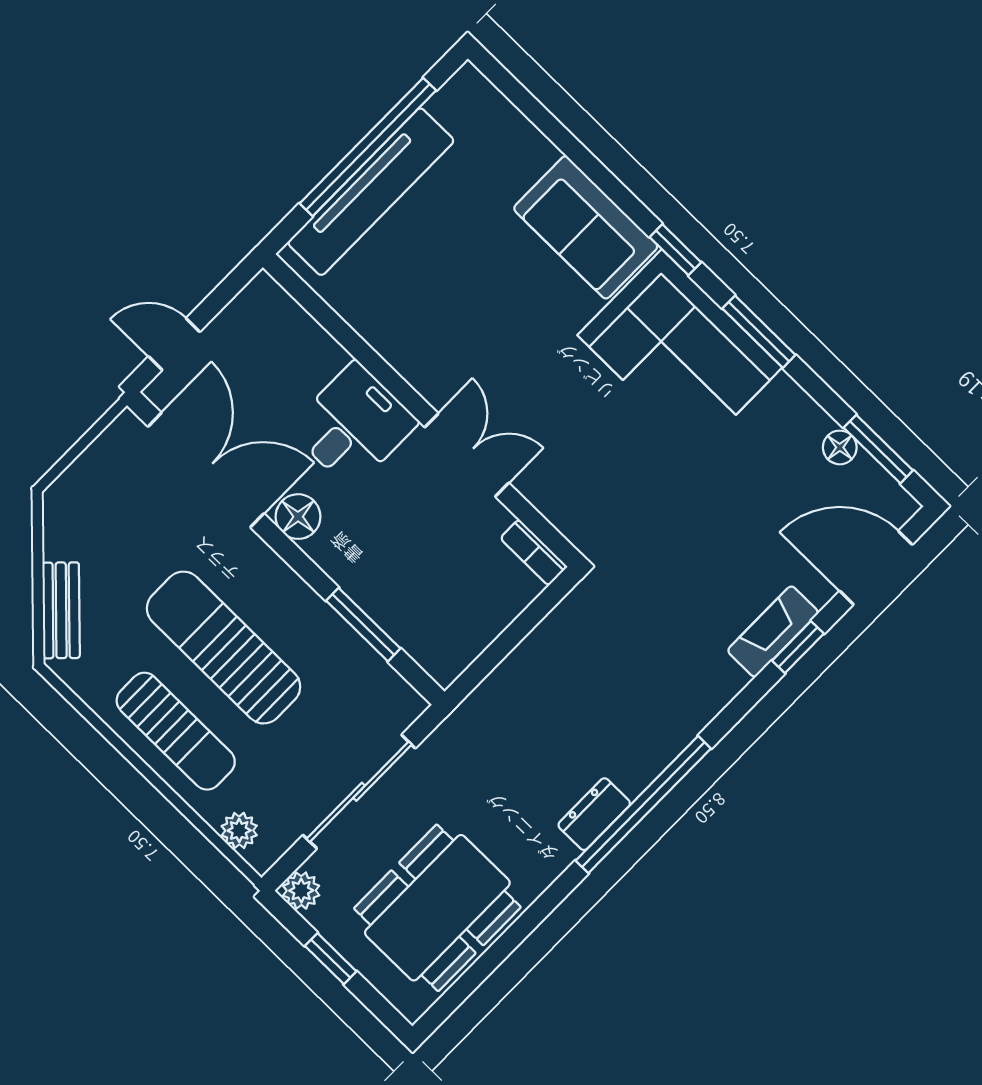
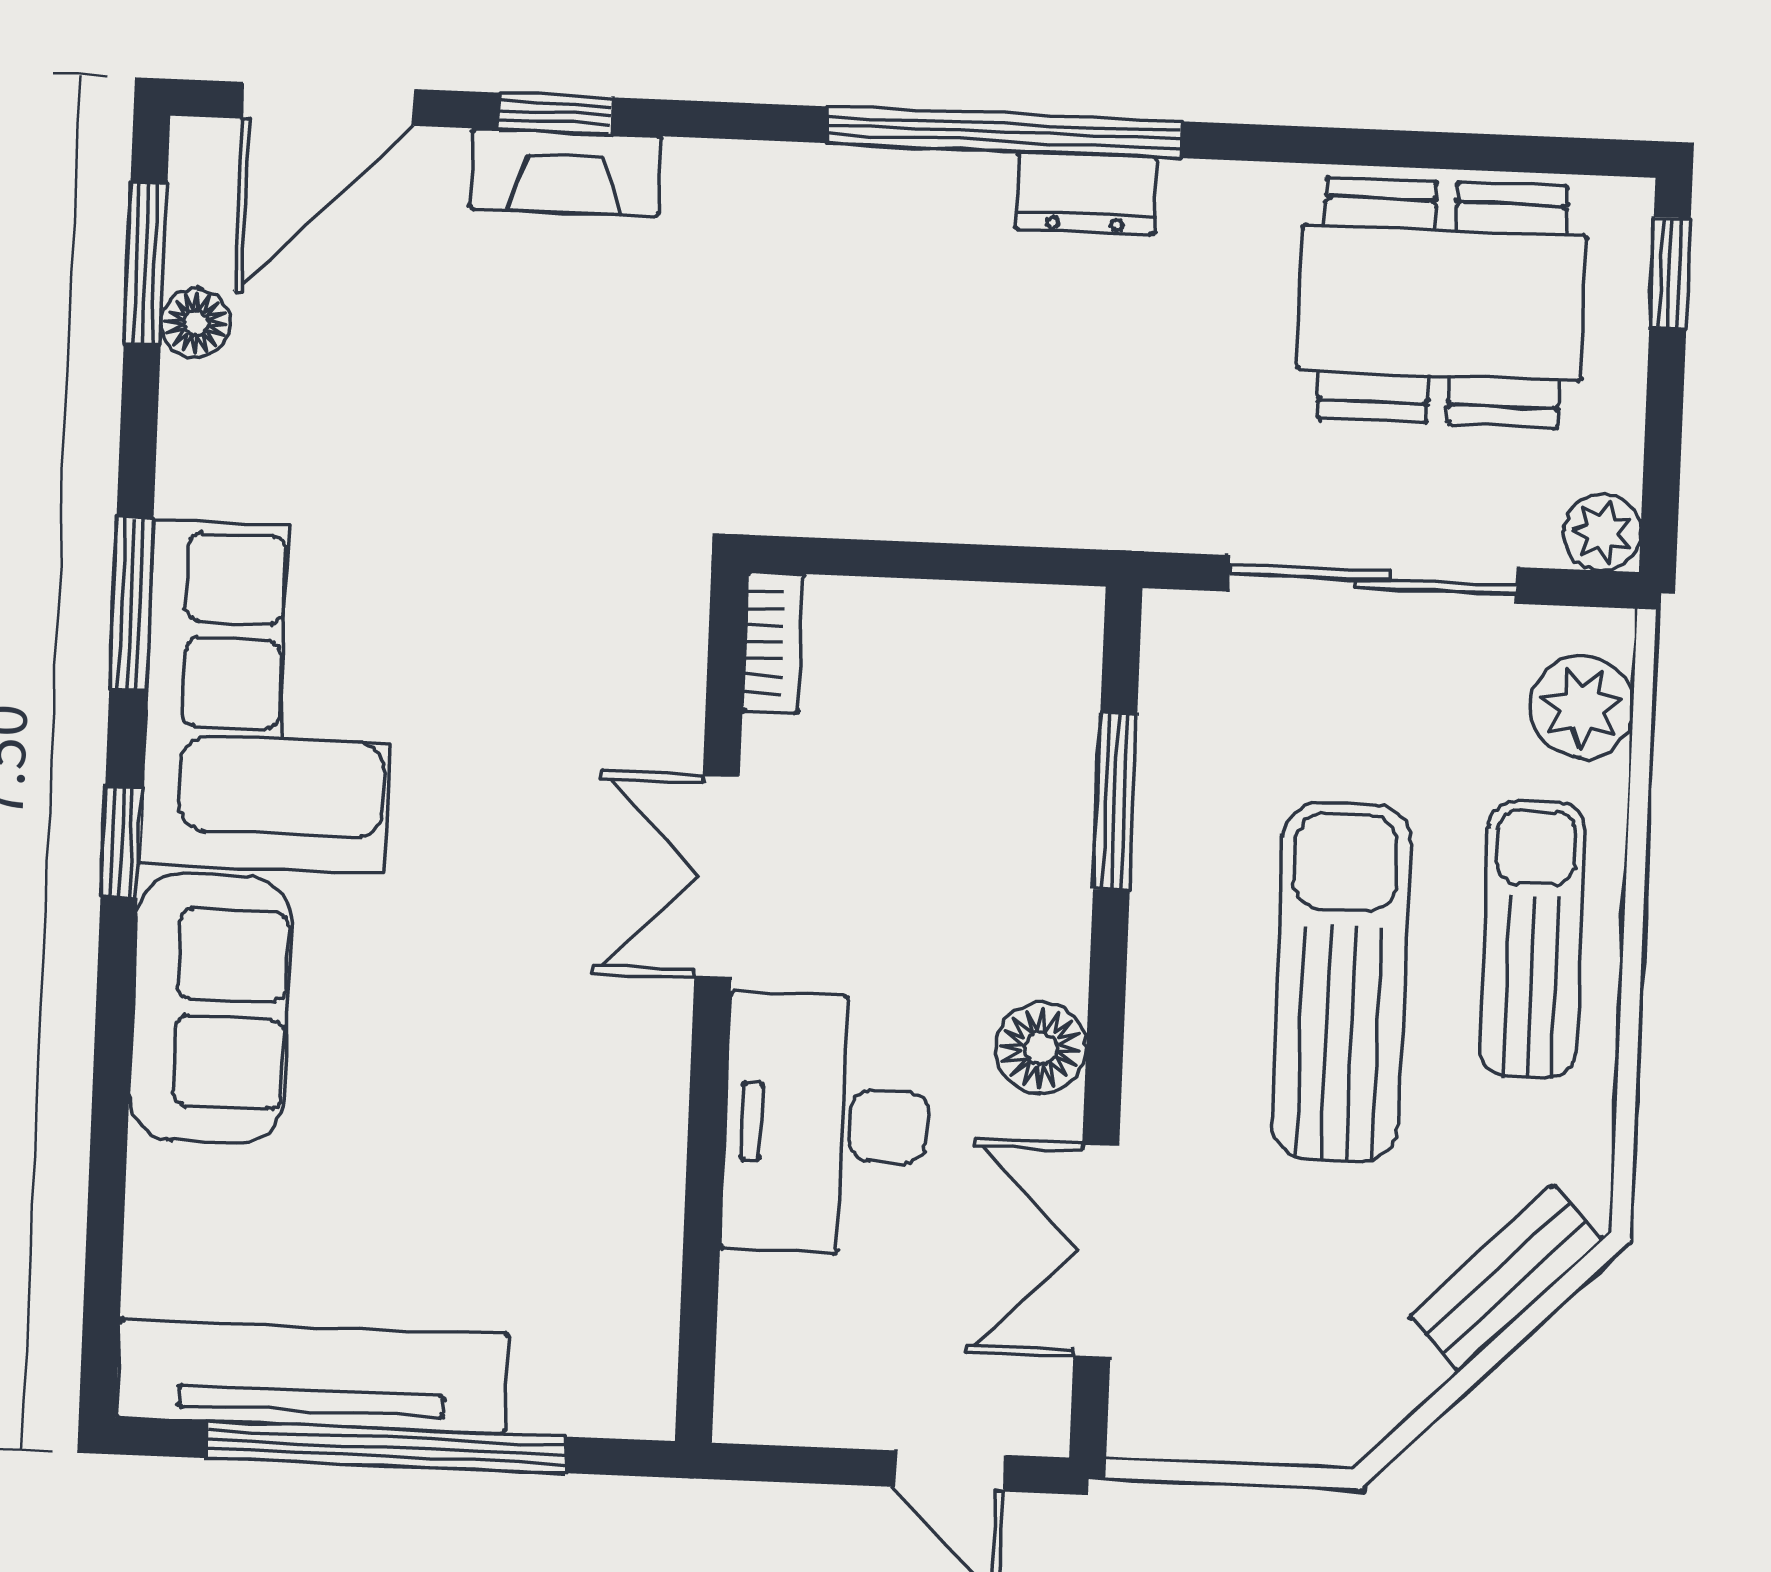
tv unit: (371, 192) -> (312, 1376), moved
desk: (353, 425) -> (826, 1124), width x1.37
double door: (206, 470) -> (1096, 1251), width x0.73
door: (876, 568) -> (328, 104), hinge flipped
sun lounger: (224, 648) -> (1341, 982), turned 180
plant: (239, 830) -> (1582, 707), width x1.38, depth x1.38
window: (331, 959) -> (1670, 273), moved

